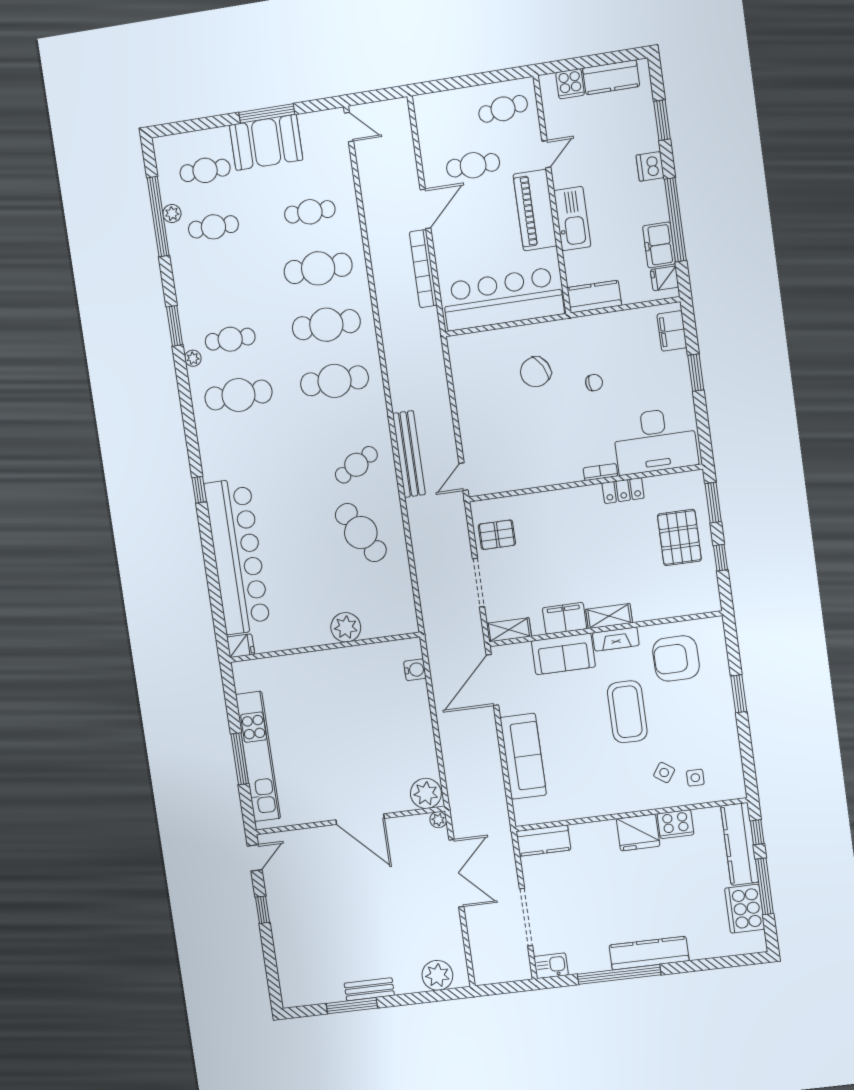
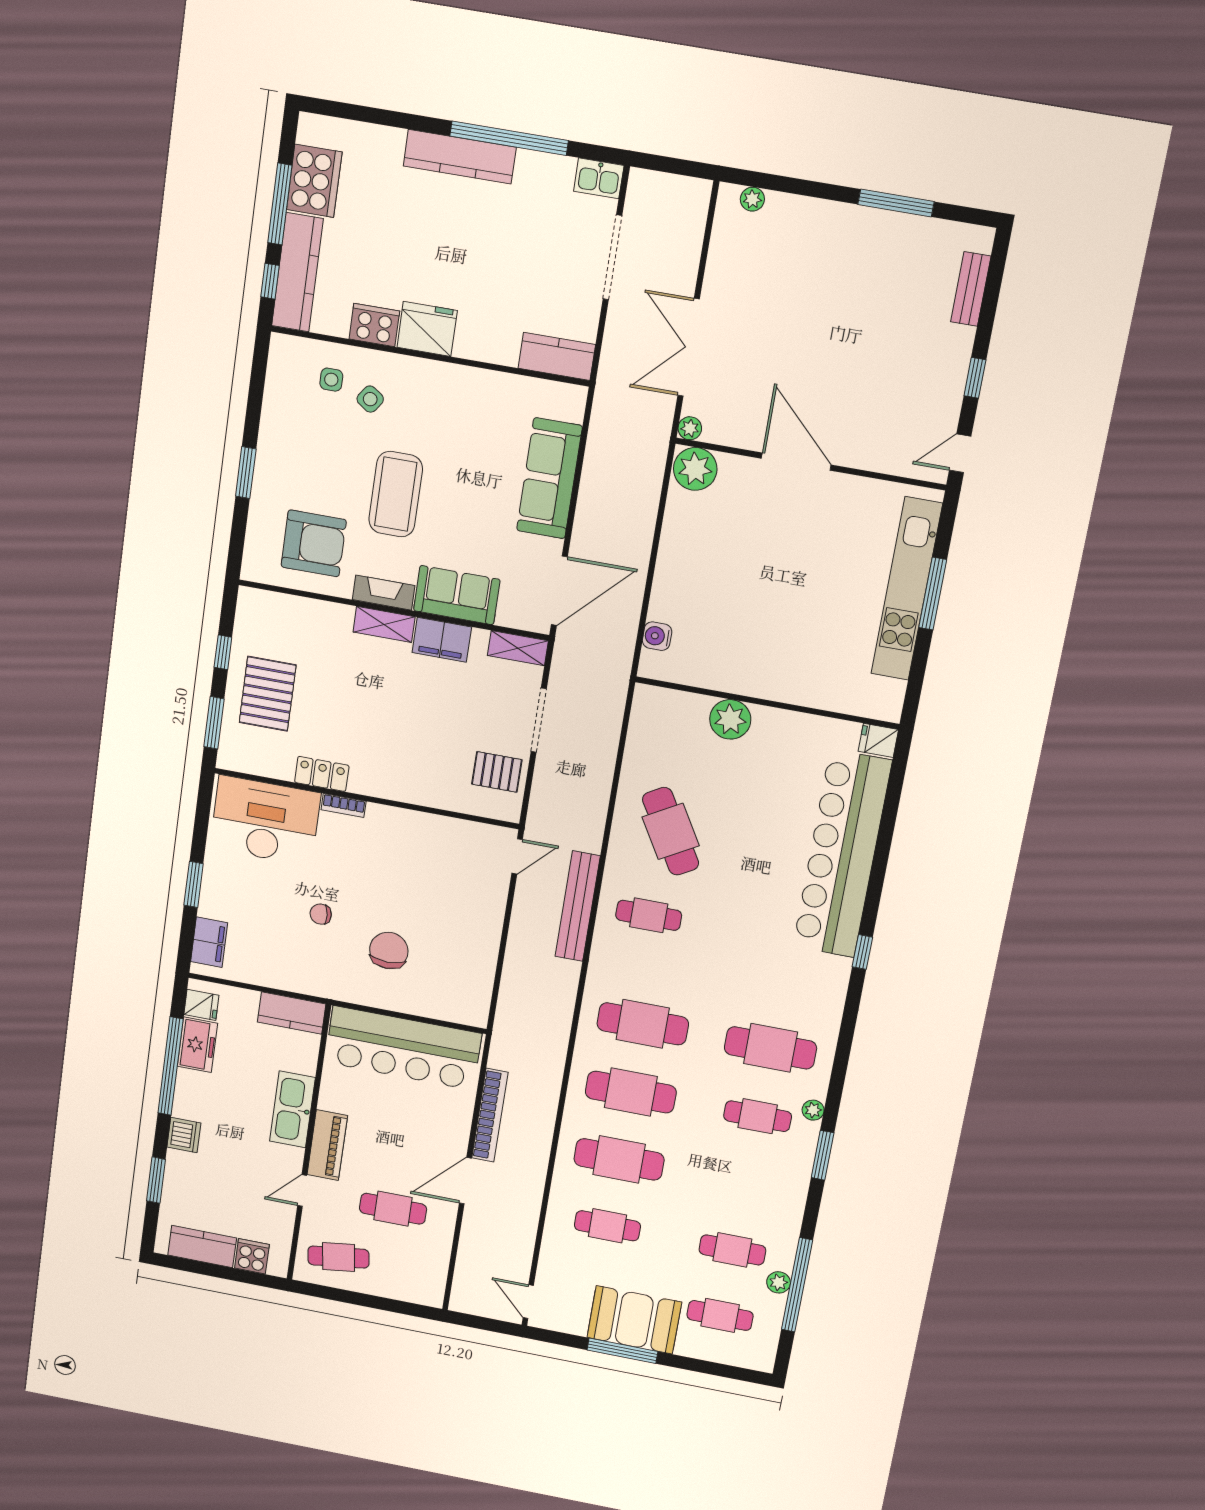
piano: (535, 210) -> (327, 1145), width x0.73, depth x0.75
chair: (536, 372) -> (389, 951), turned -61
cafe table: (356, 465) -> (649, 915), turned 30
plant: (437, 975) -> (752, 199), width x0.53, depth x0.53
bench: (369, 989) -> (971, 289), moved, turned 90

